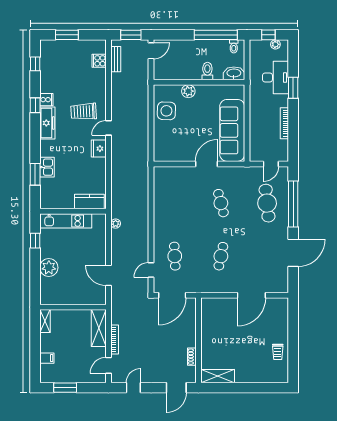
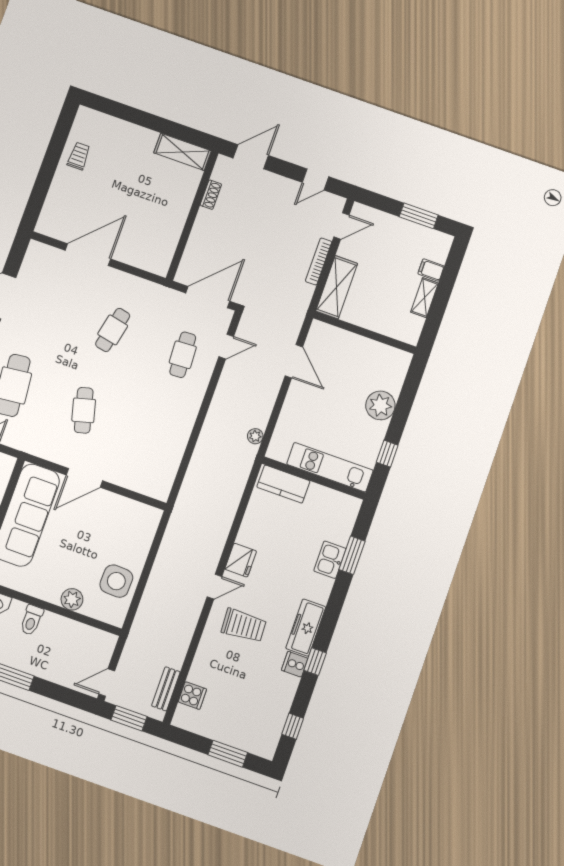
shelving: (45, 321) -> (424, 298), moved

